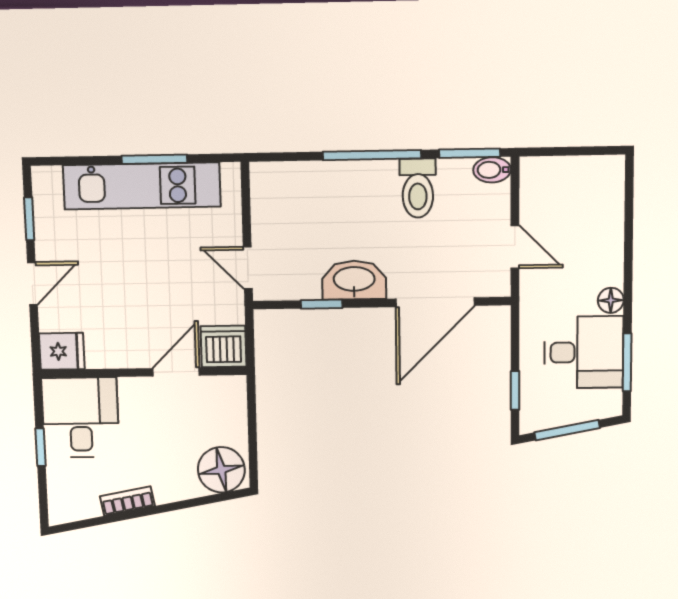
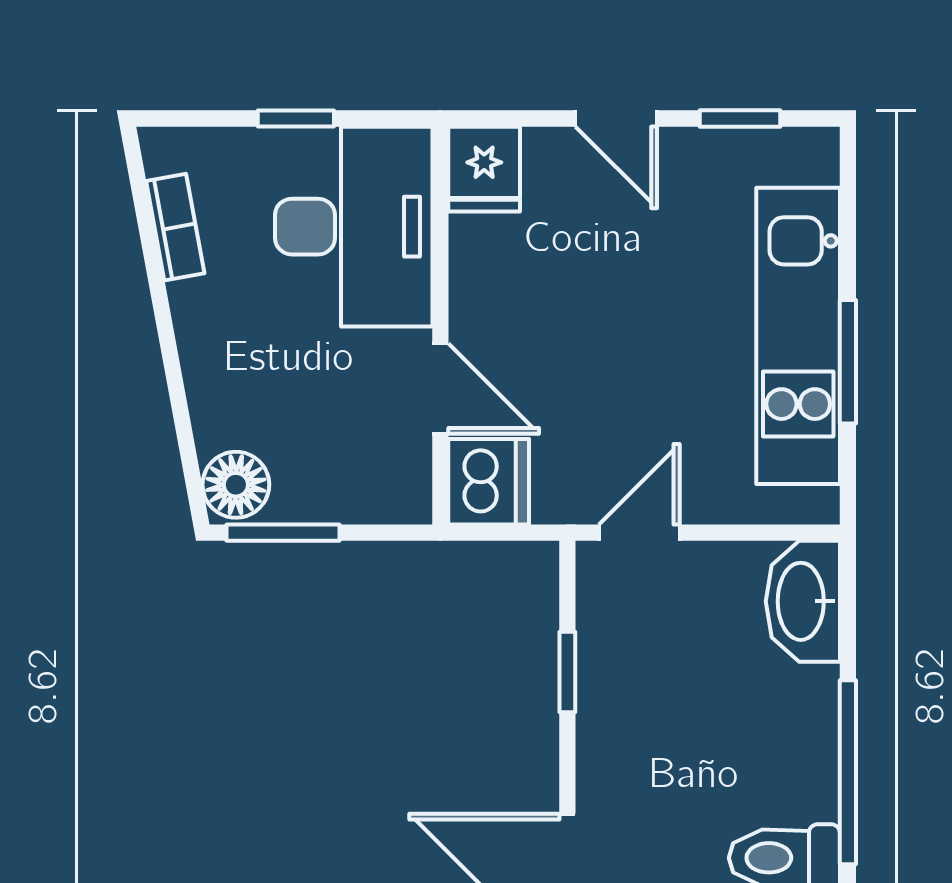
washbasin: (354, 280) -> (803, 601), moved, turned 180
desk: (81, 417) -> (354, 227), width x1.37
window: (253, 451) -> (283, 533), added
floor lamp: (221, 470) -> (236, 485), width x0.73, depth x0.73
bookcase: (127, 501) -> (175, 227), moved

